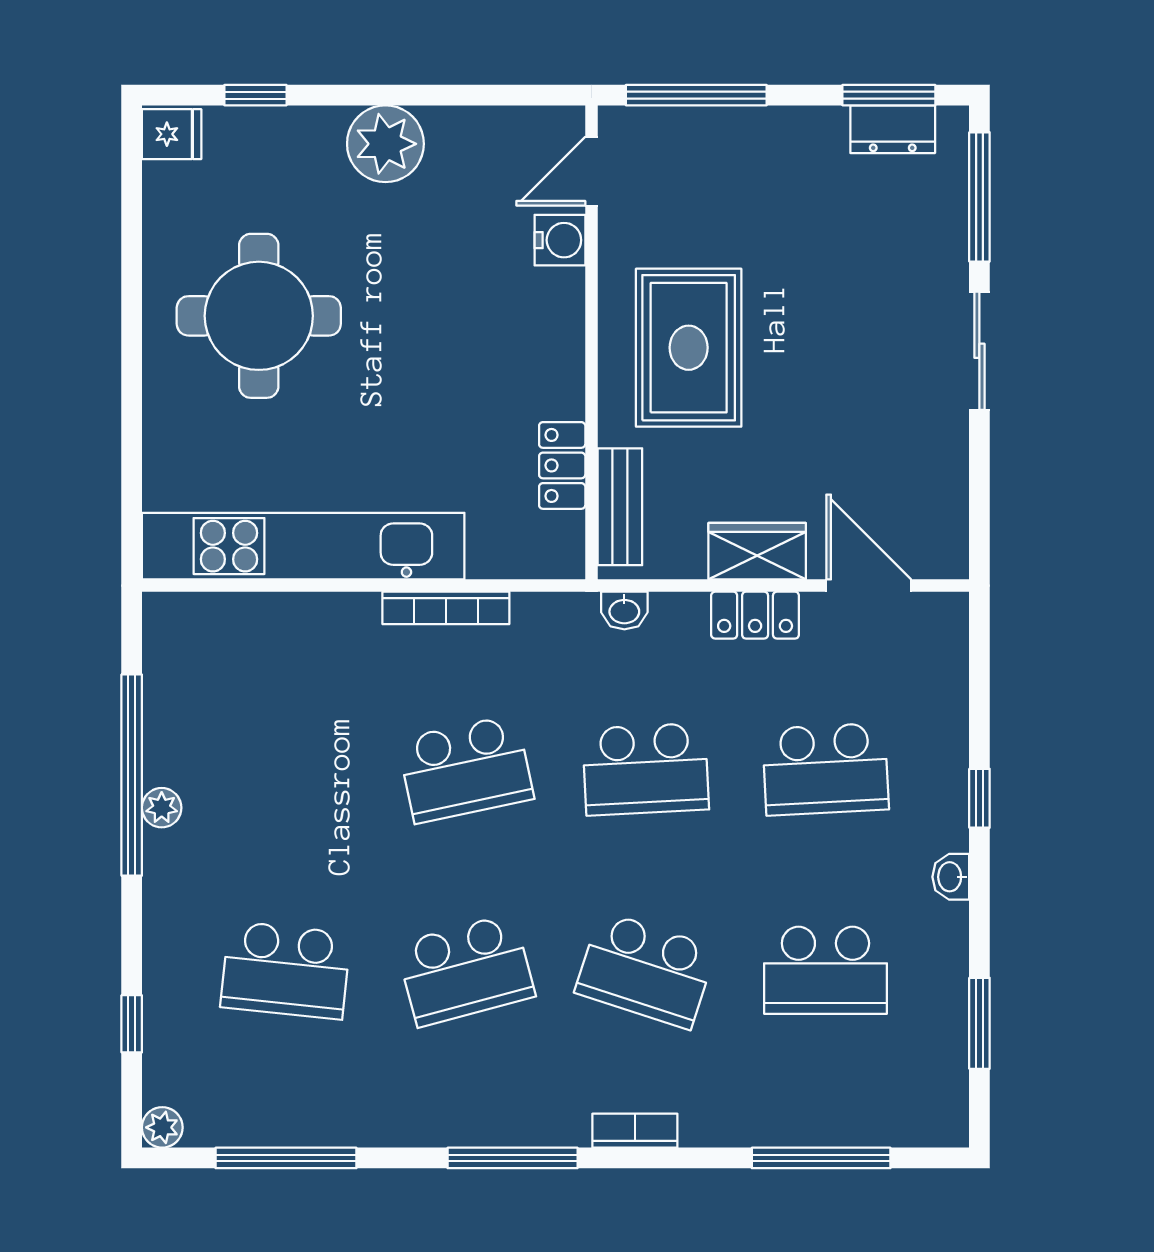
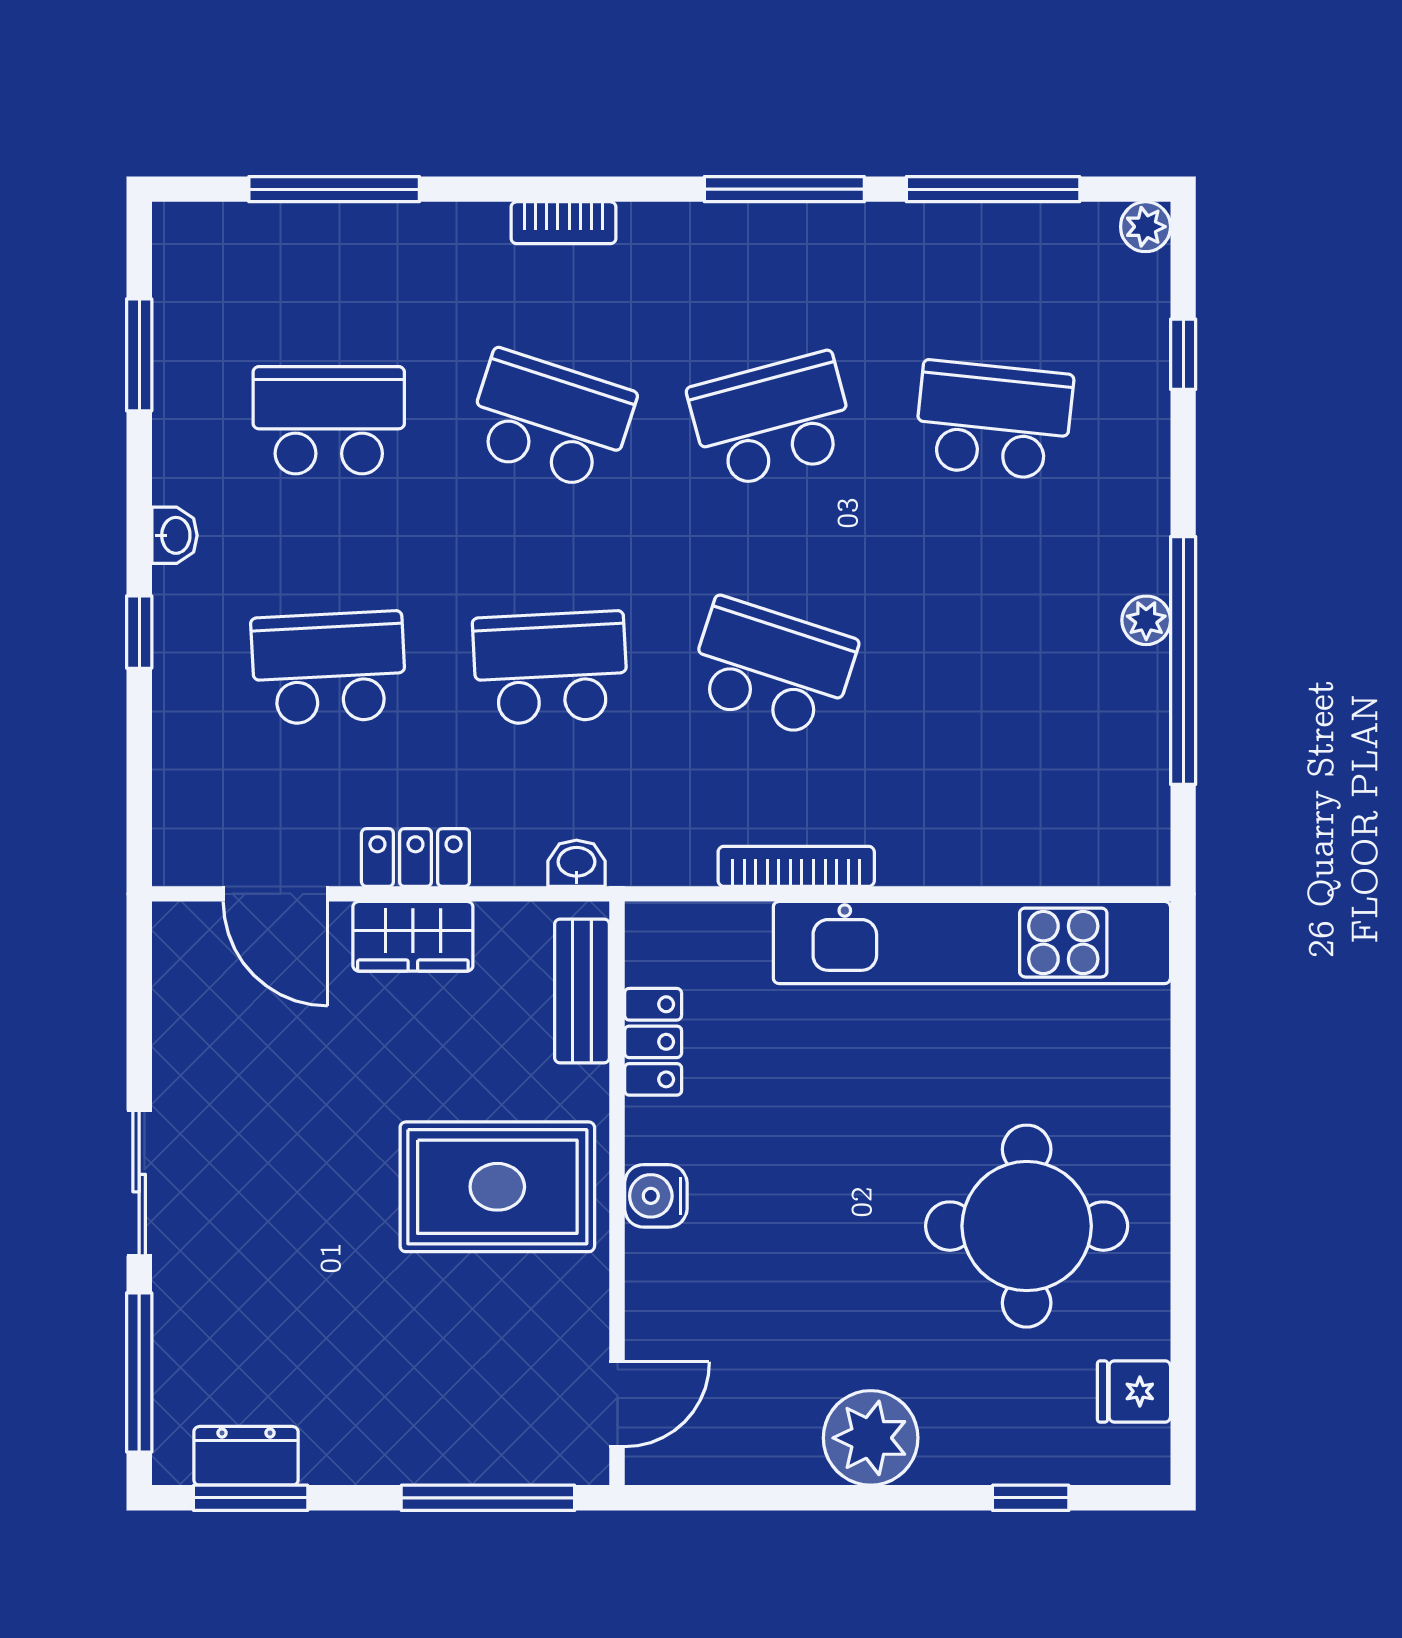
fridge: (172, 134) -> (1134, 1391), moved
water cooler: (560, 240) -> (656, 1196), moved
rug: (689, 348) -> (497, 1187), turned 90
school desk: (466, 769) -> (772, 668), turned 30
window: (513, 1158) -> (784, 189), moved

